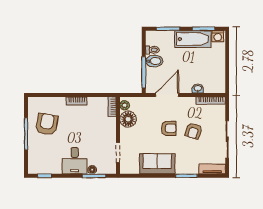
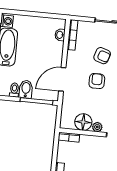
washbasin: (198, 89) -> (60, 35), moved
door: (167, 95) -> (62, 79), hinge flipped
plant: (125, 105) -> (97, 127), moved

